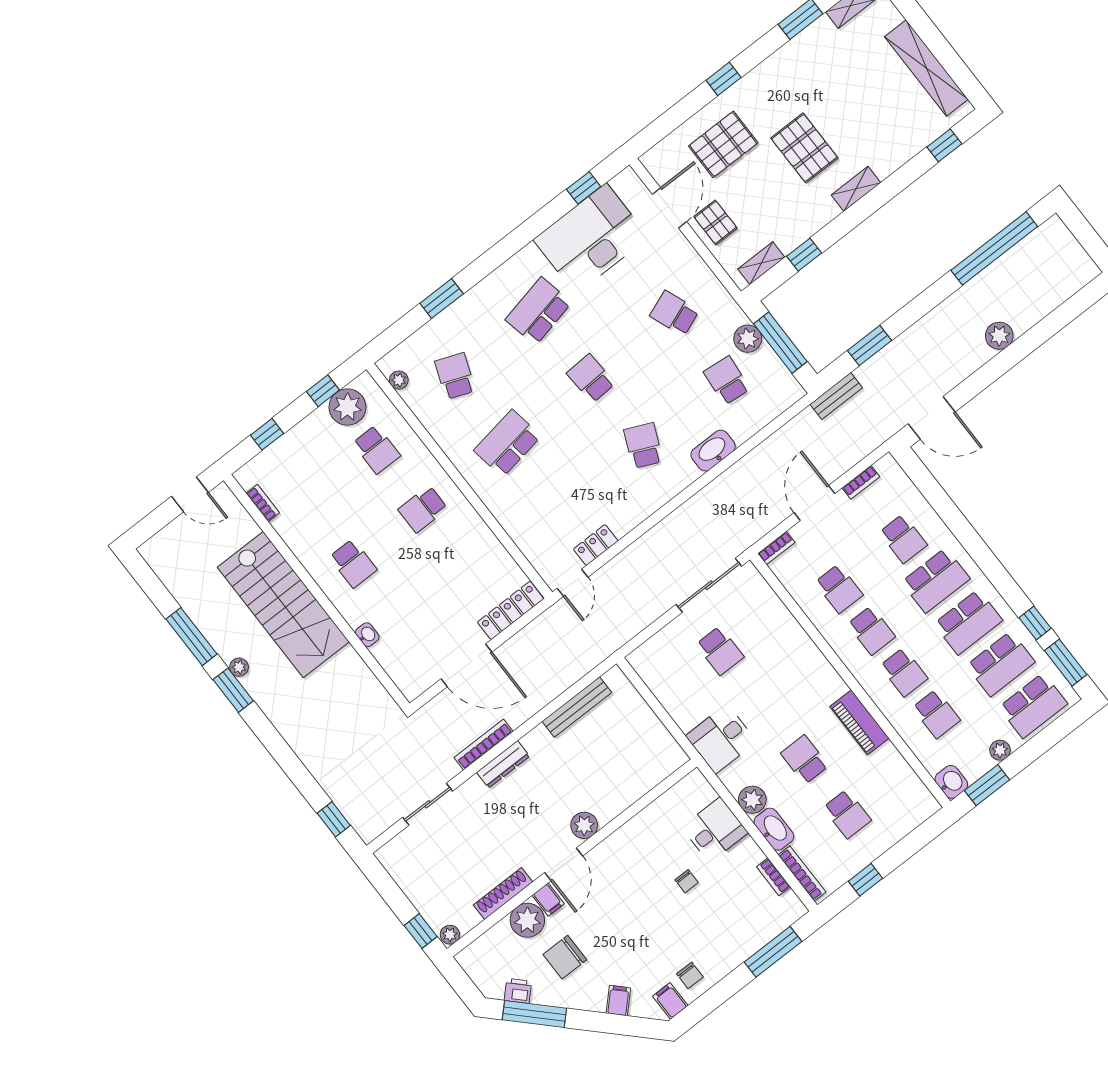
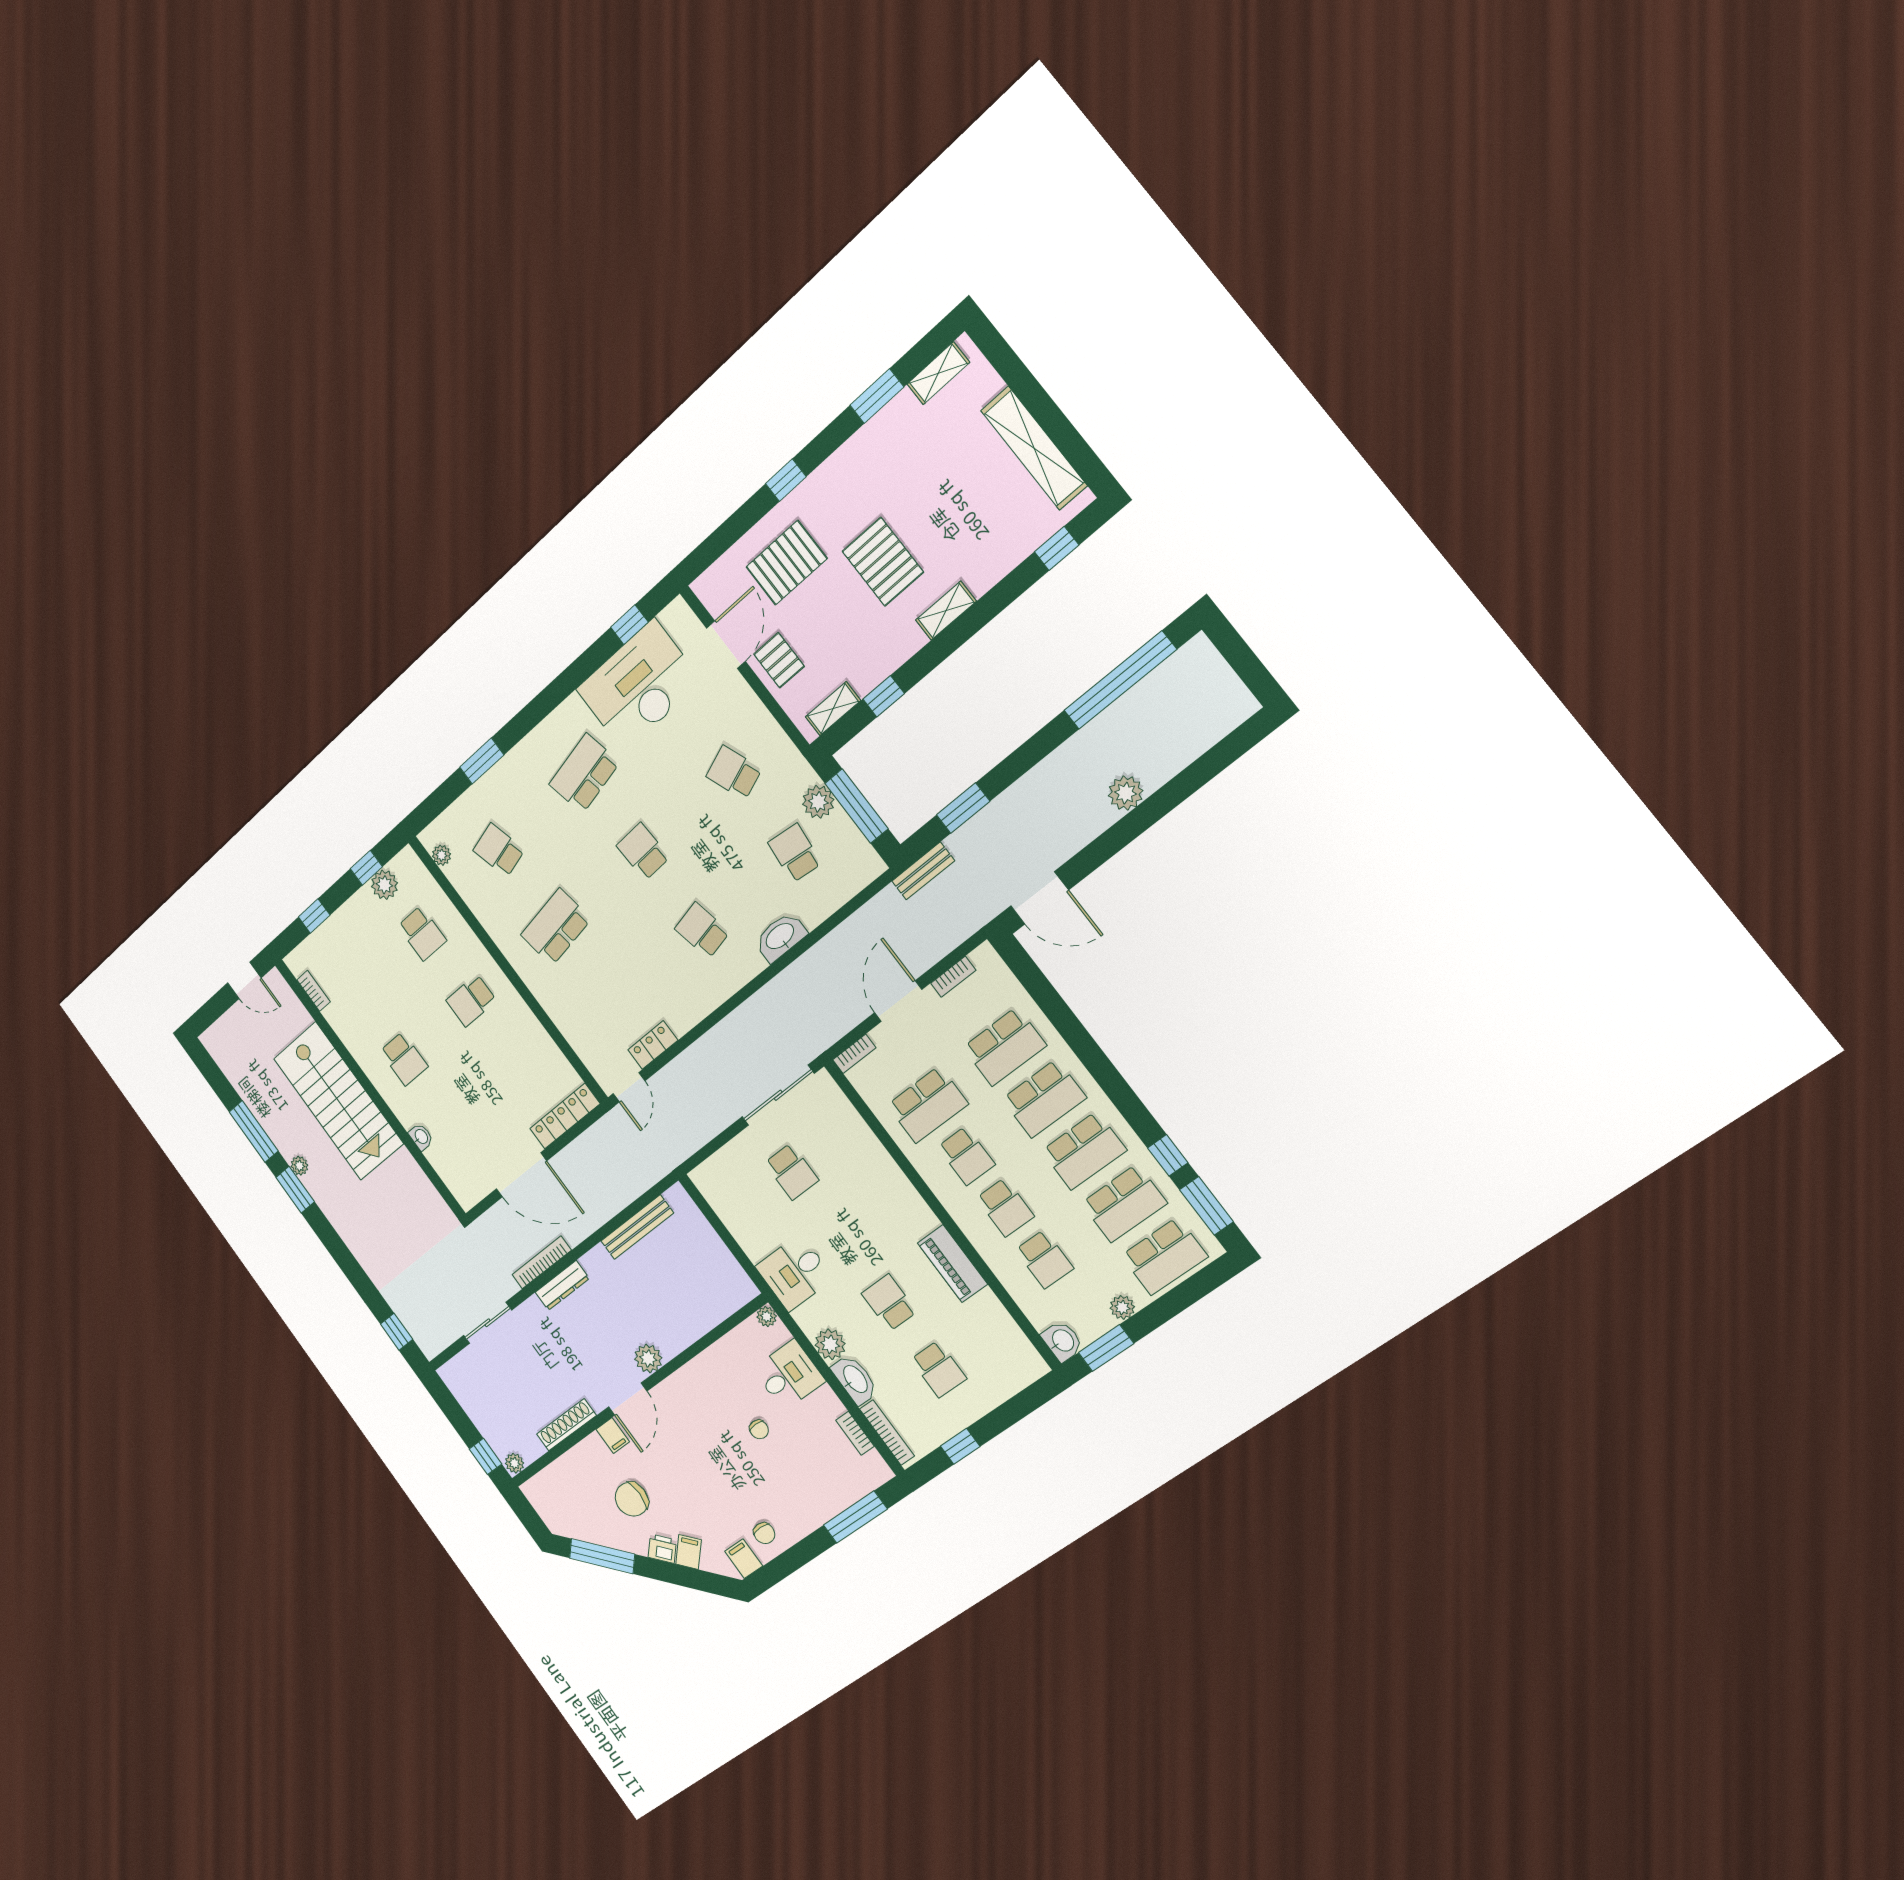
school desk: (455, 376) -> (499, 850), turned -36
plant: (347, 407) -> (384, 885), width x0.73, depth x0.73
school desk: (643, 446) -> (702, 930), turned -36
school desk: (903, 539) -> (1004, 1046), width x1.85
school desk: (839, 589) -> (928, 1104), width x1.85
plant: (527, 920) -> (767, 1317), moved, width x0.53, depth x0.53
printer: (518, 991) -> (662, 1549), moved

